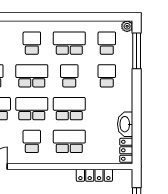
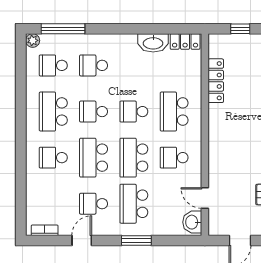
school desk: (69, 109) -> (134, 112), width x0.54

